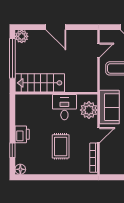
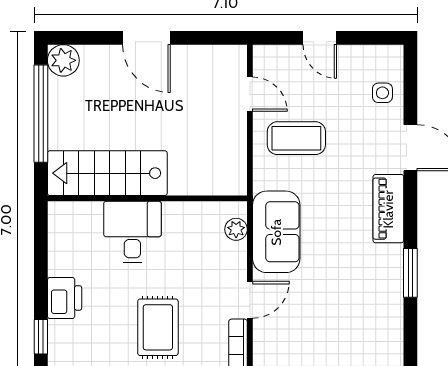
door: (99, 50) -> (250, 94), hinge flipped
desk: (64, 107) -> (132, 232), moved
plant: (89, 110) -> (236, 229), width x0.53, depth x0.53

